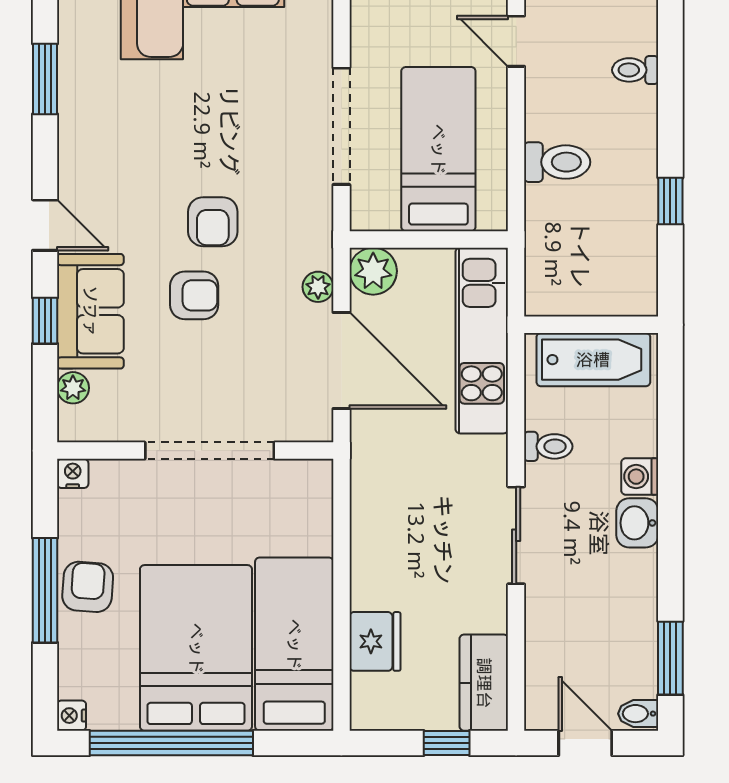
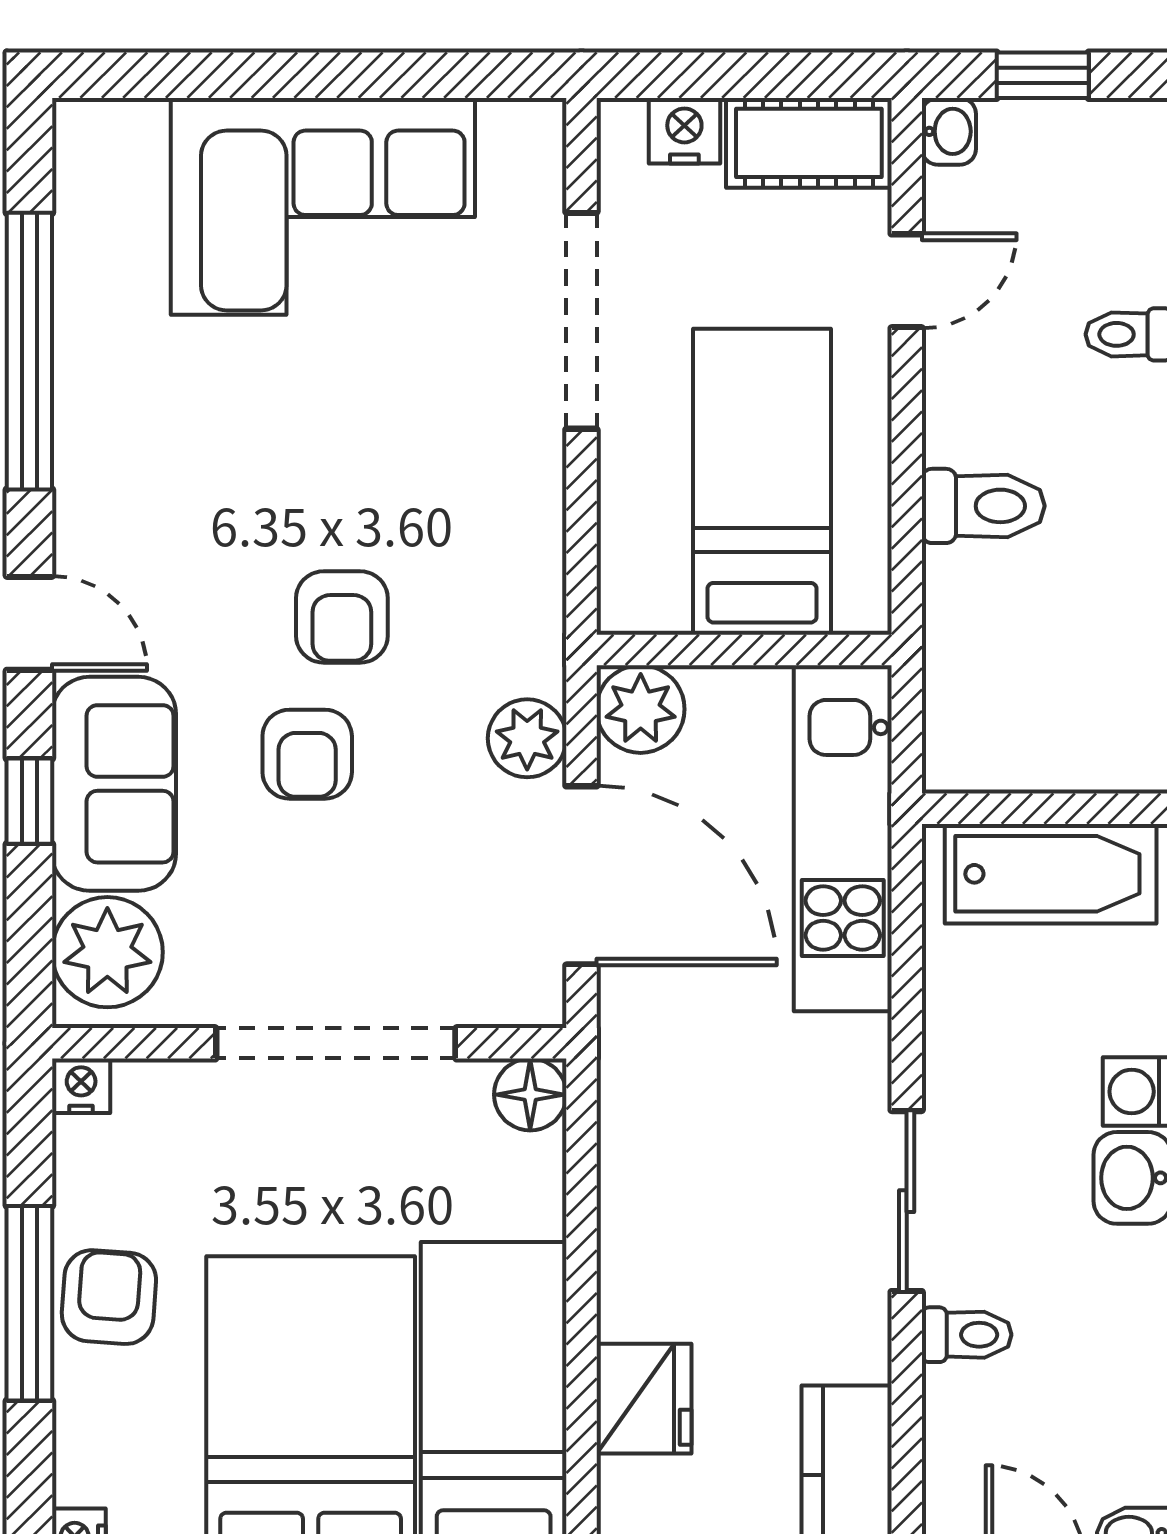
door: (516, 41) -> (907, 281), swing flipped
window: (45, 79) -> (29, 351), width x2.11
doorway: (341, 126) -> (581, 321), moved
plant: (318, 287) -> (527, 738), width x1.38, depth x1.38
armchair: (194, 295) -> (307, 754), turned 90
plant: (73, 388) -> (107, 952), width x1.87, depth x1.87
toilet: (548, 446) -> (967, 1335), moved
floor lamp: (314, 478) -> (530, 1095), added

